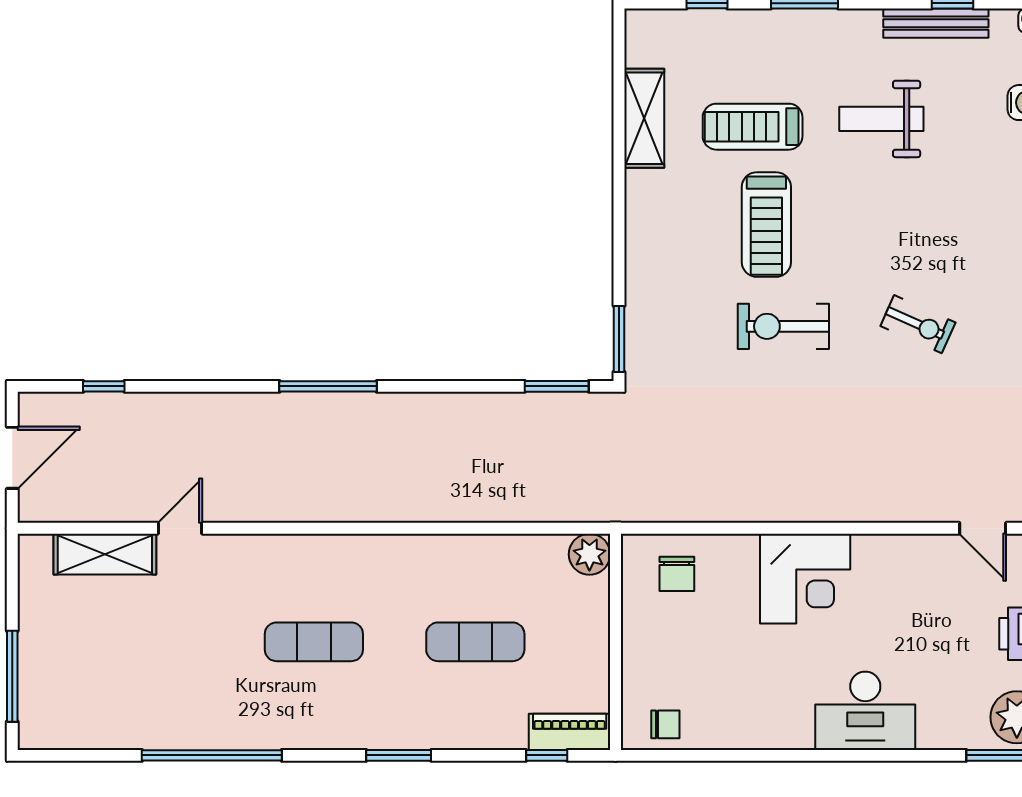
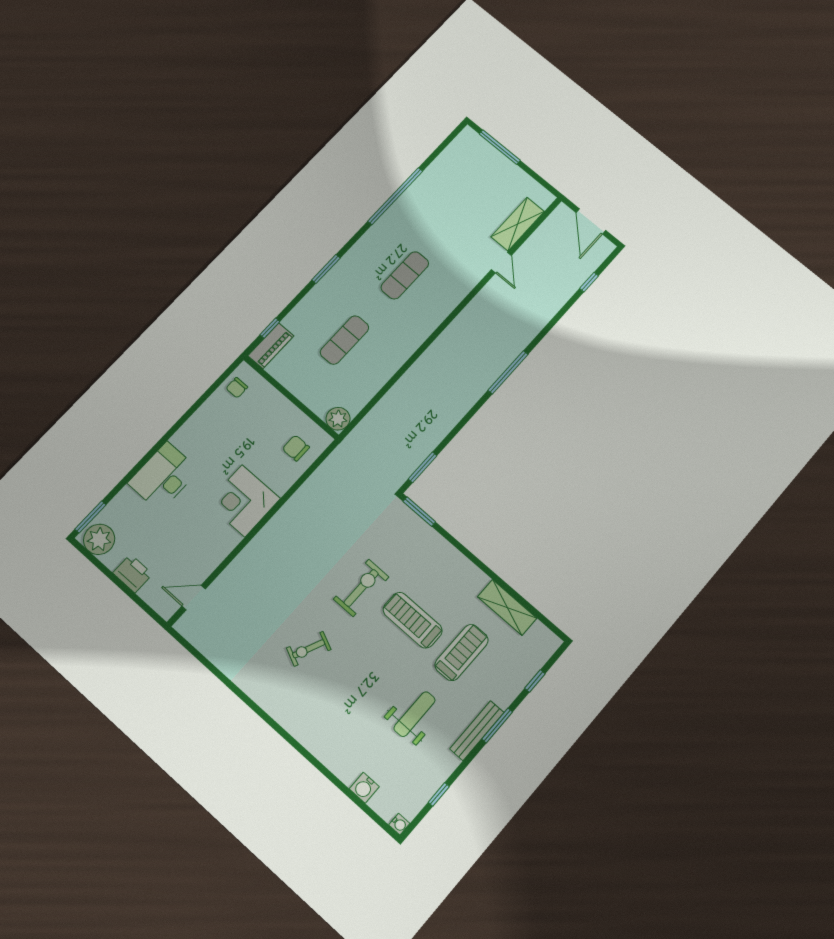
bench: (936, 23) -> (477, 731), moved

